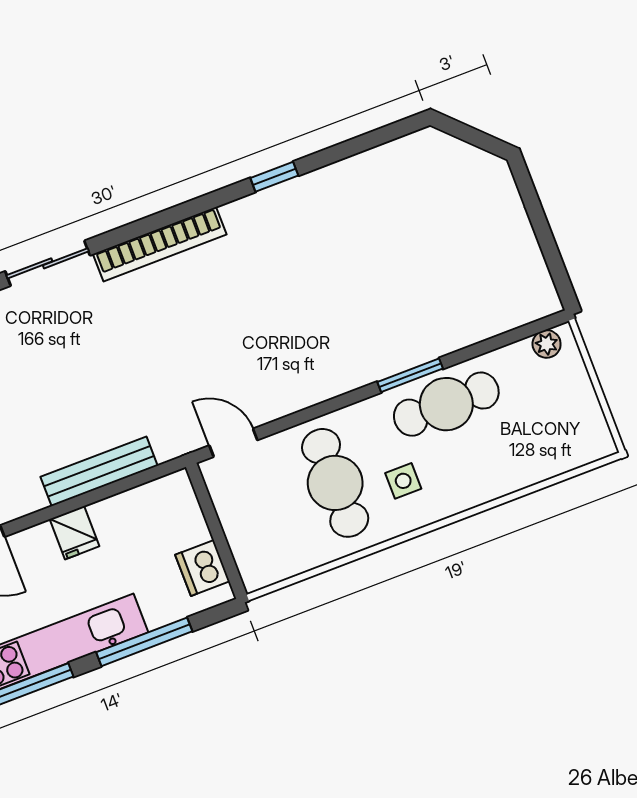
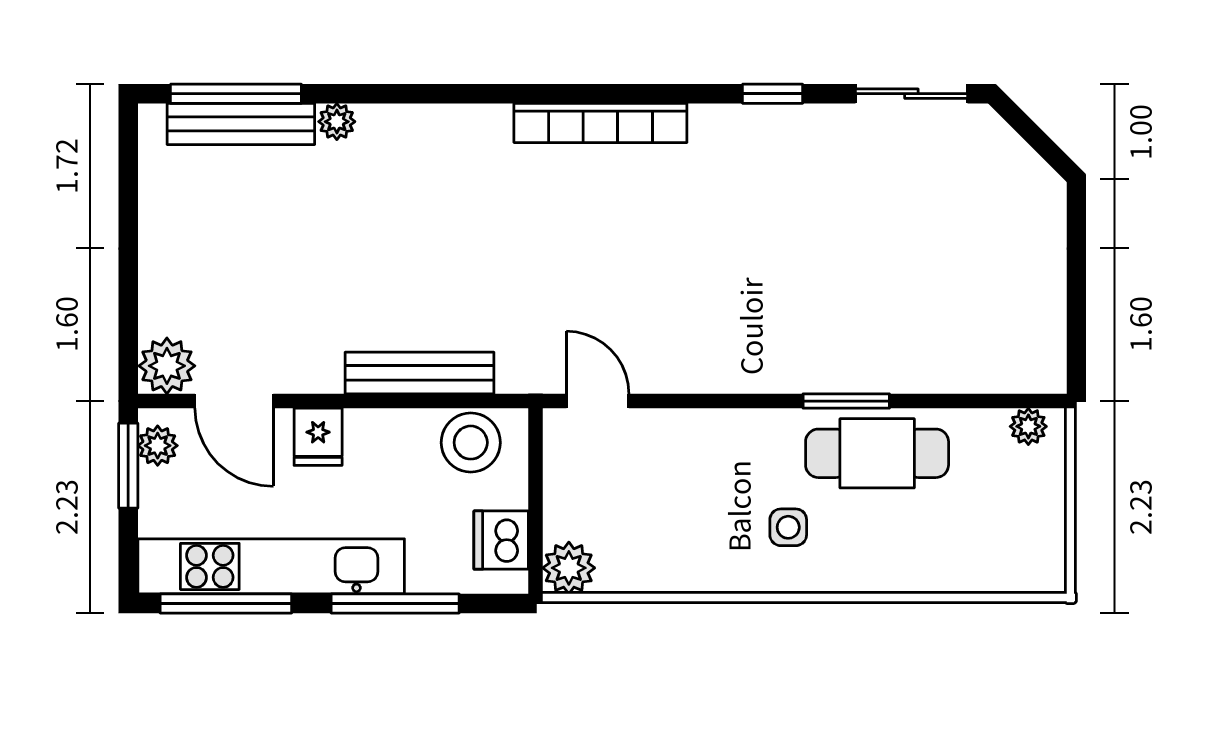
sliding door: (48, 263) -> (911, 94), moved
cafe table: (335, 483) -> (704, 498), removed
stool: (154, 507) -> (471, 443), added
fridge: (75, 533) -> (318, 437), moved
plant: (258, 569) -> (569, 568), added

